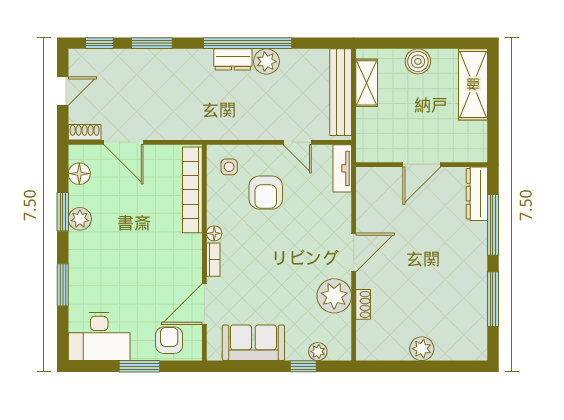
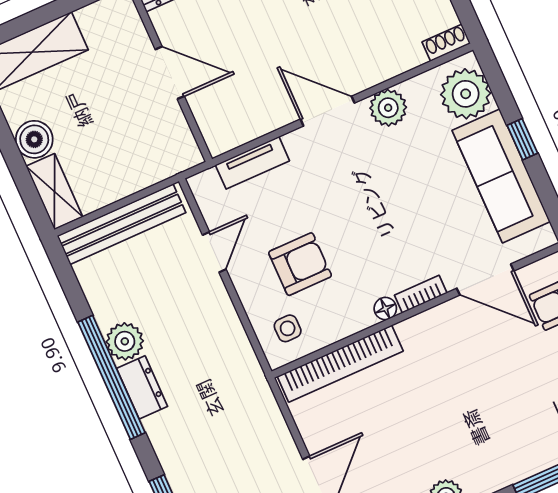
shelving: (367, 83) -> (54, 192), moved, turned 90
tv unit: (342, 168) -> (252, 163), moved
plant: (334, 296) -> (388, 108), width x0.73, depth x0.73
shoe rack: (363, 304) -> (446, 43), moved
sofa: (253, 343) -> (501, 176), width x1.36
plant: (318, 352) -> (466, 94), width x1.88, depth x1.88
window: (303, 366) -> (522, 139), moved

